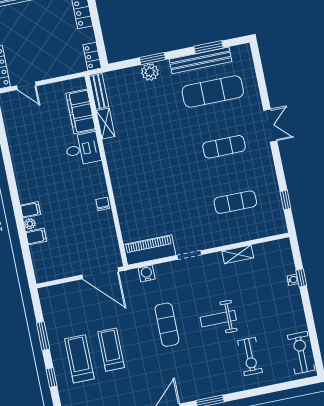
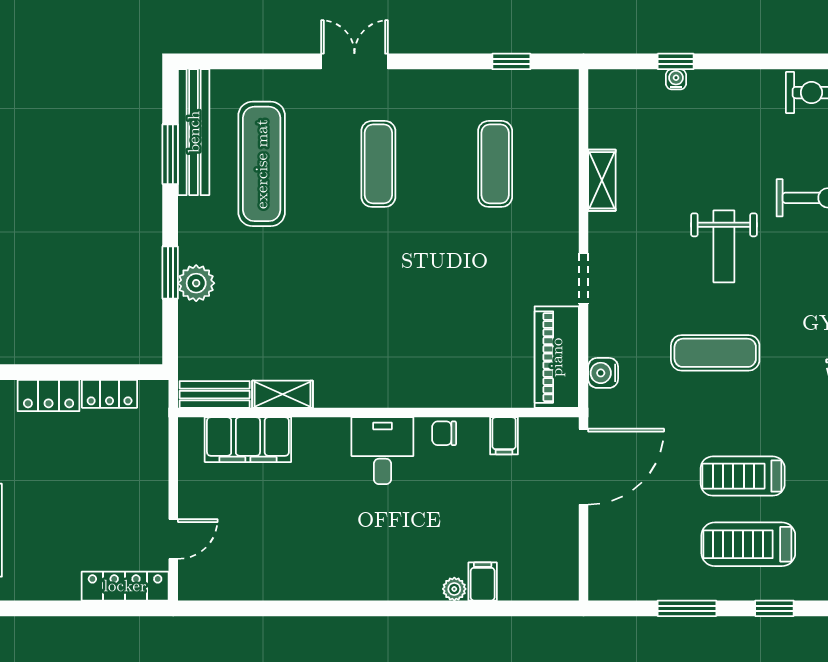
locker: (92, 56) -> (110, 394), moved
bench: (201, 60) -> (194, 132), moved
desk: (83, 149) -> (382, 451), moved
filing cabinet: (30, 210) -> (504, 436), moved, turned 180

